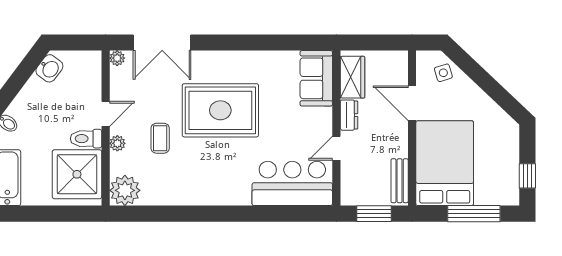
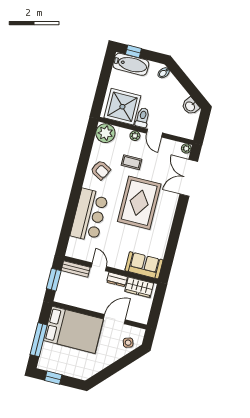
bench: (400, 181) -> (76, 269), moved
bar counter: (292, 183) -> (89, 215), moved
armchair: (184, 184) -> (101, 170), added

